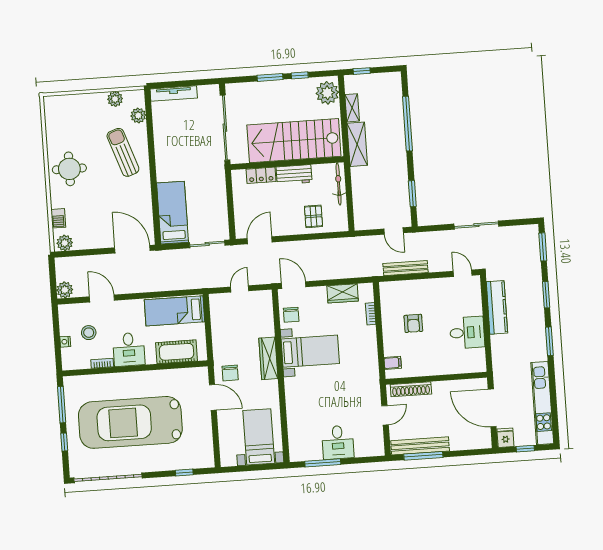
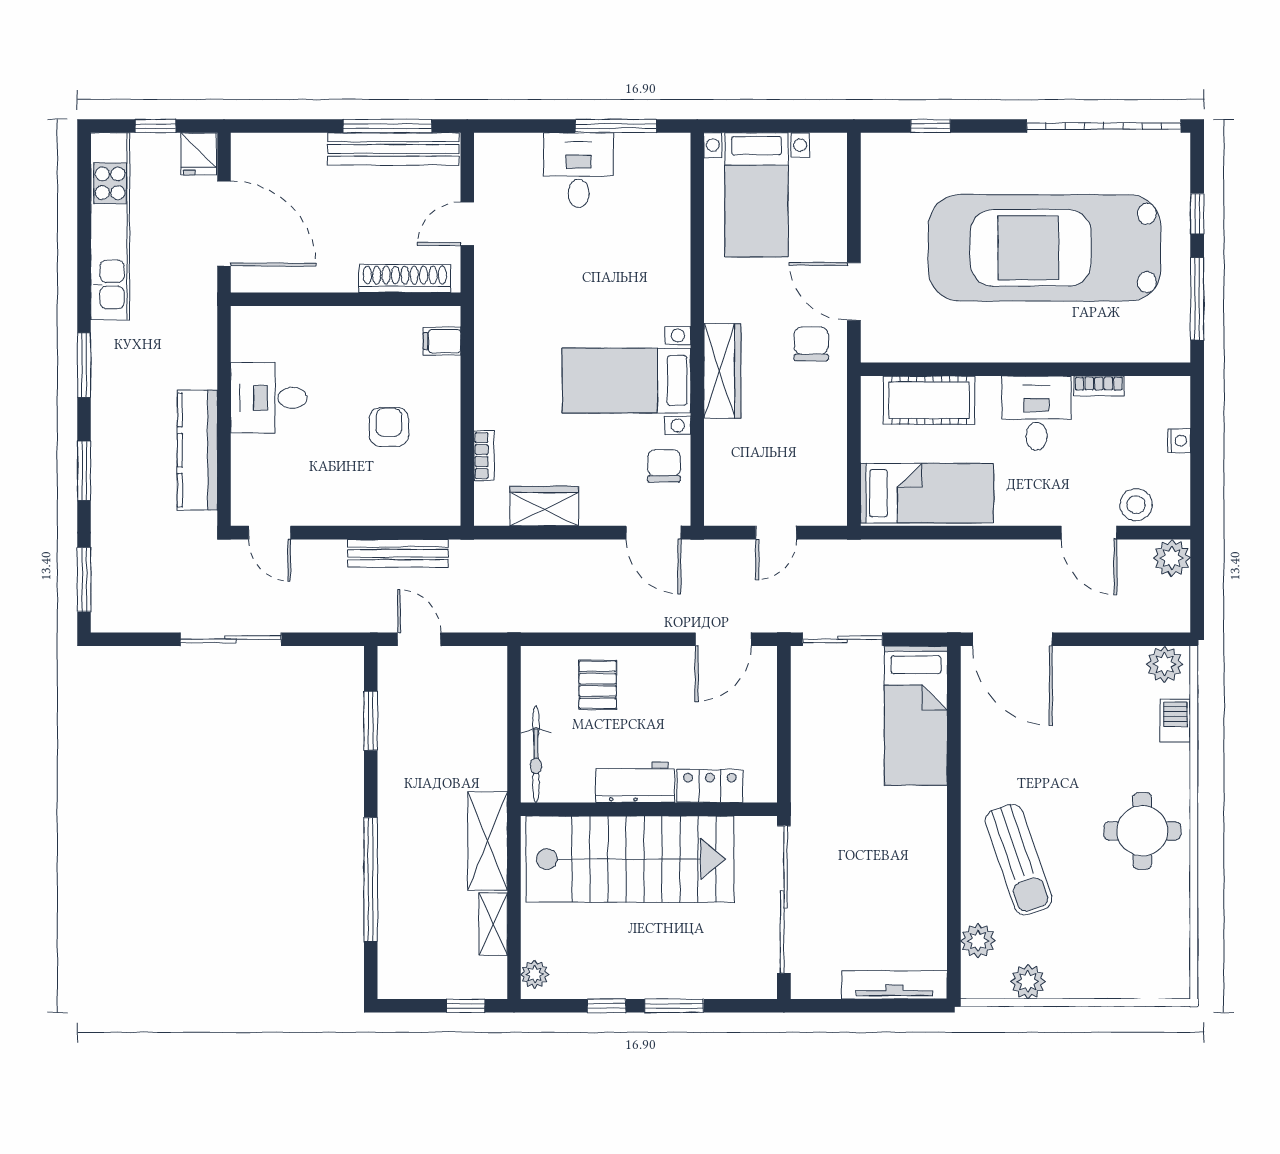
plant: (327, 93) -> (535, 974), width x0.53, depth x0.53
stool: (89, 333) -> (1136, 505), moved
car: (130, 422) -> (1045, 248), turned 180

